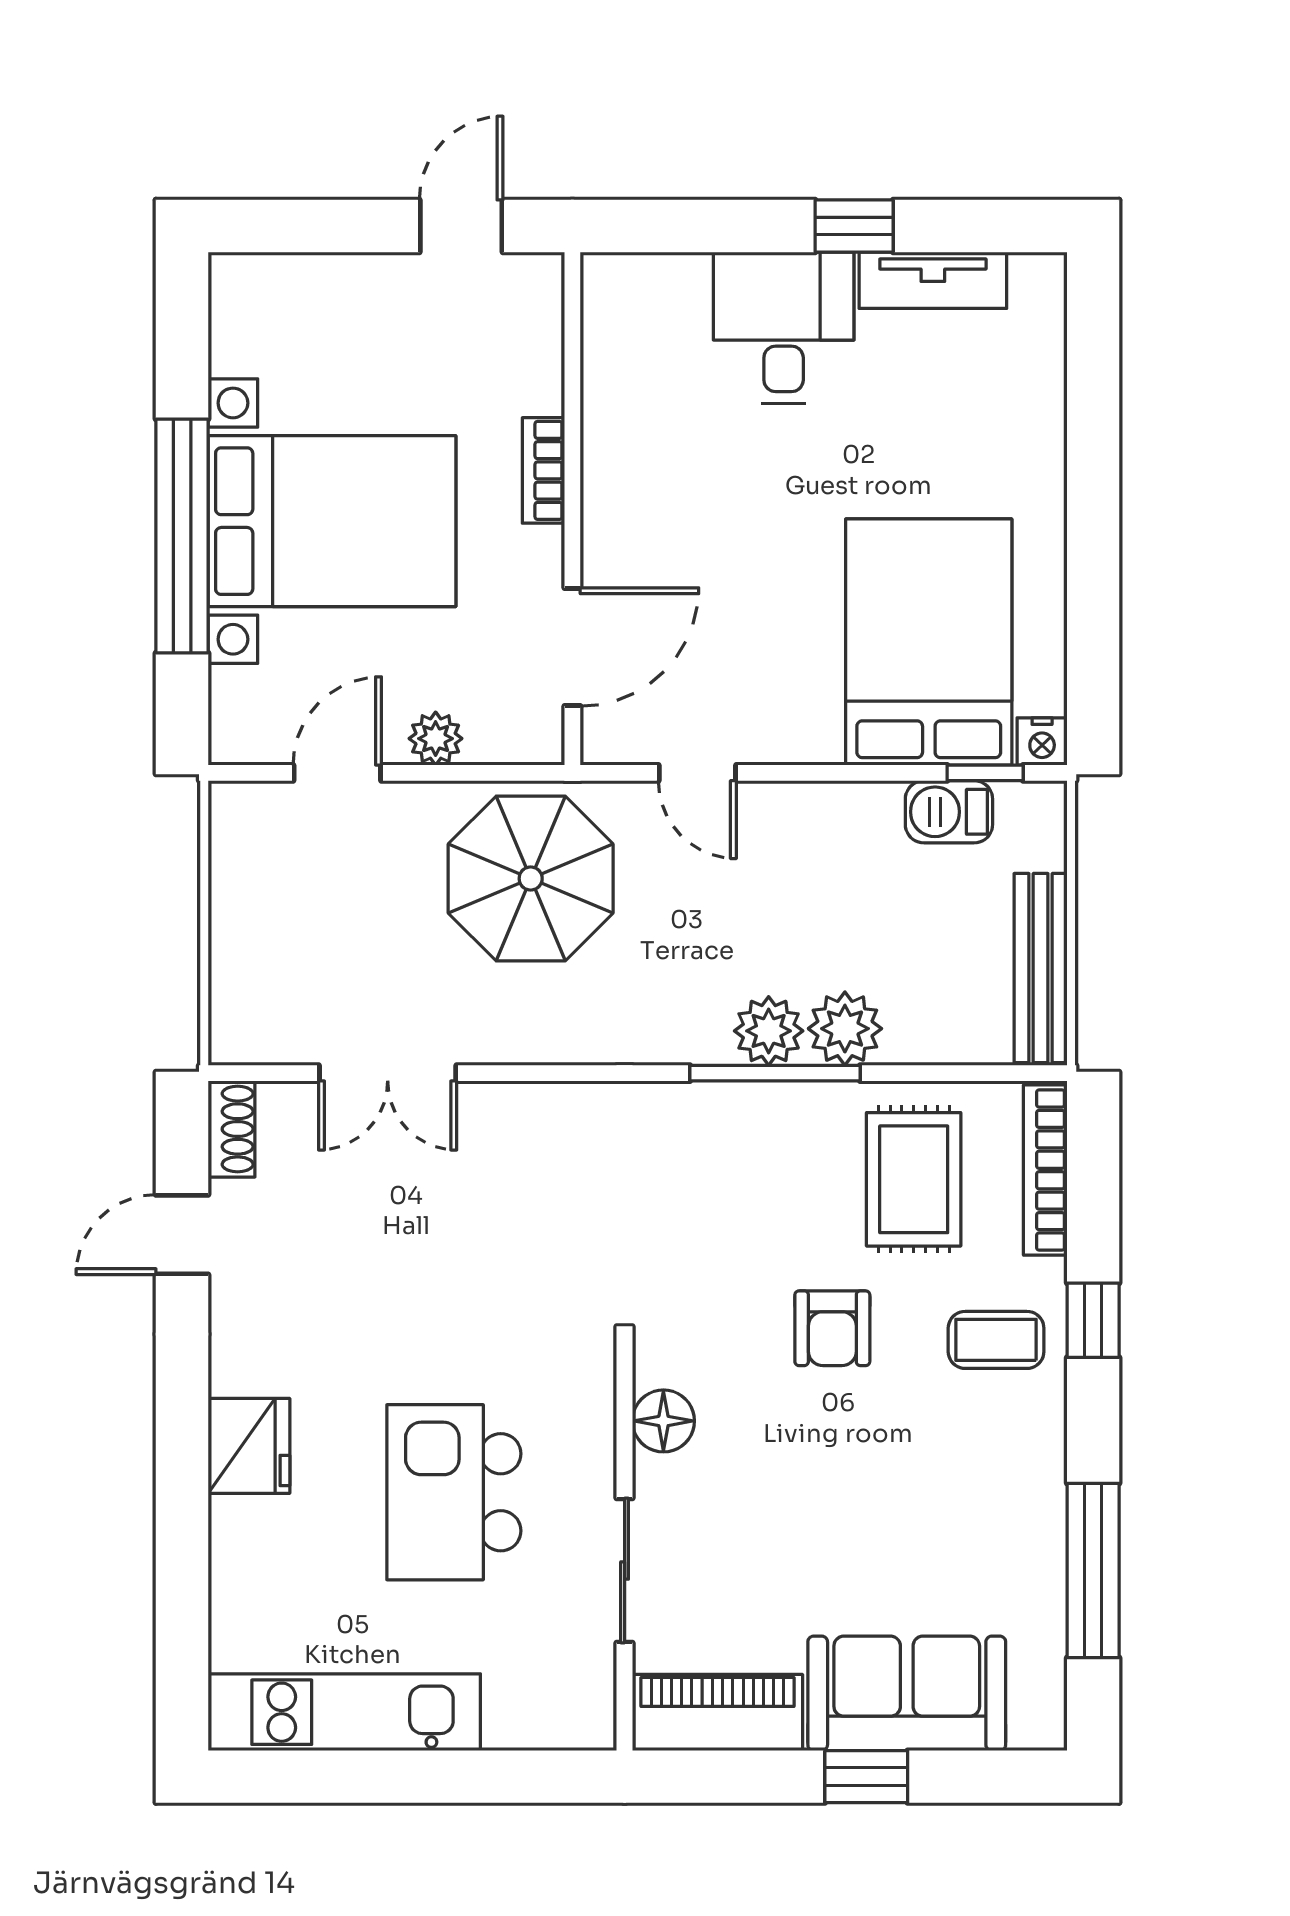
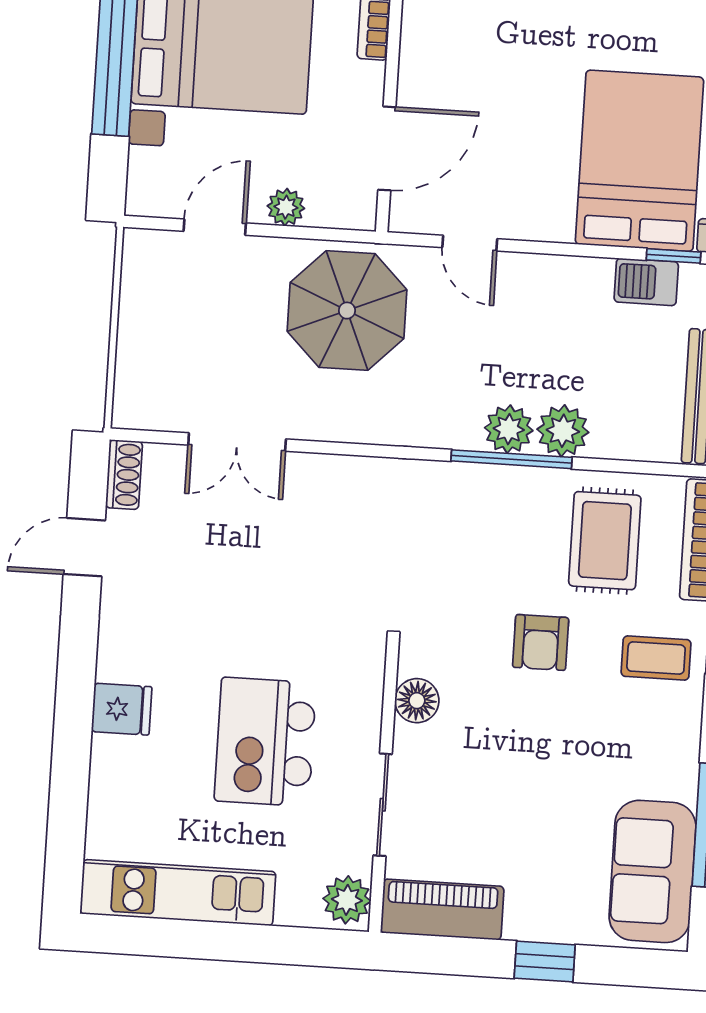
fridge: (249, 1446) -> (122, 709), width x0.72
sofa: (907, 1693) -> (652, 871), moved, turned -90
plant: (583, 1707) -> (347, 900), added

